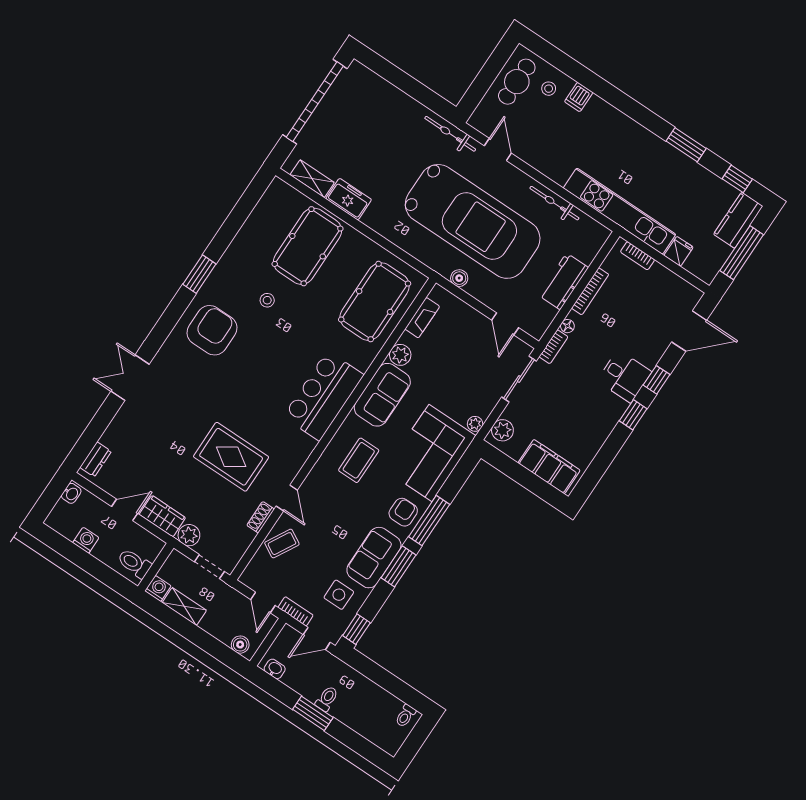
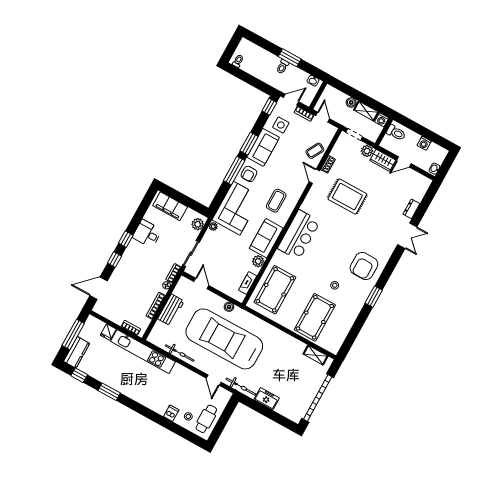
freezer: (349, 199) -> (267, 399), moved, turned 180
desk: (624, 376) -> (147, 234), moved
dresser: (96, 459) -> (411, 209), moved
boiler: (240, 645) -> (351, 102), moved

